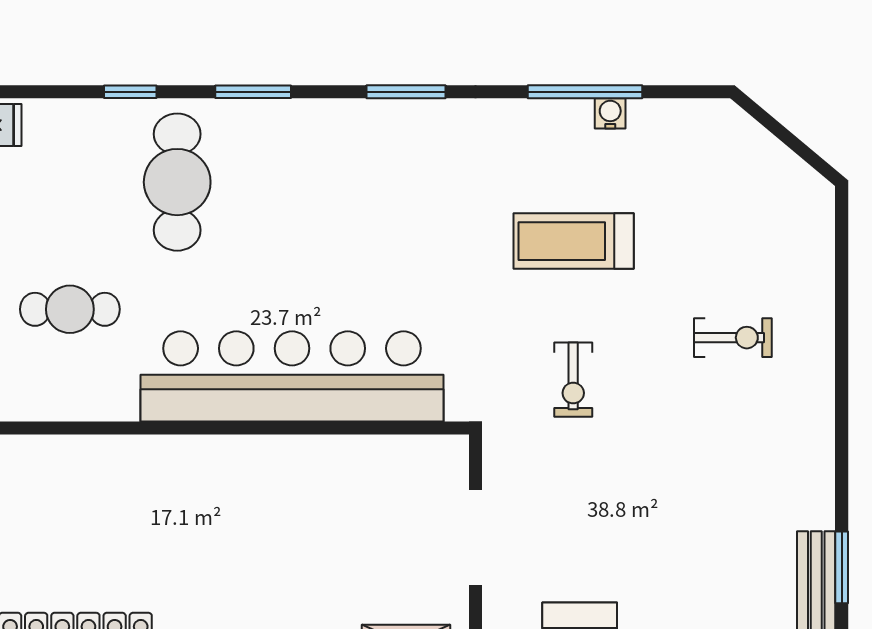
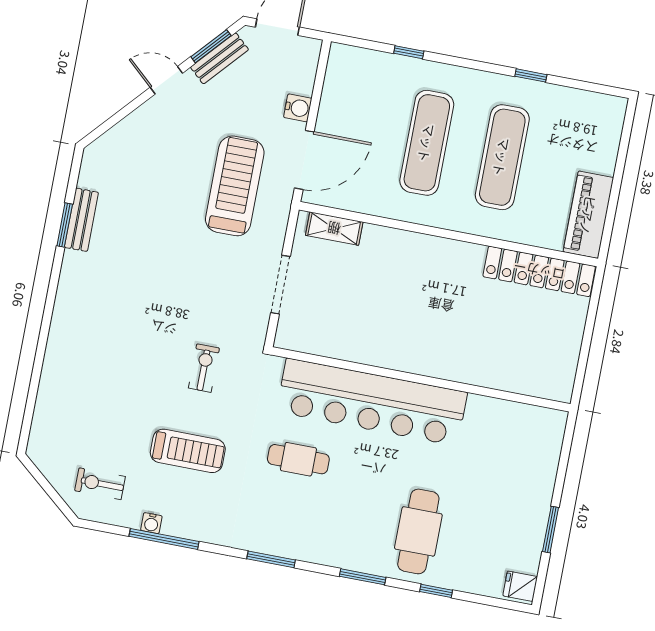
cafe table: (70, 309) -> (298, 459), moved
exercise bike: (733, 338) -> (100, 484), moved

